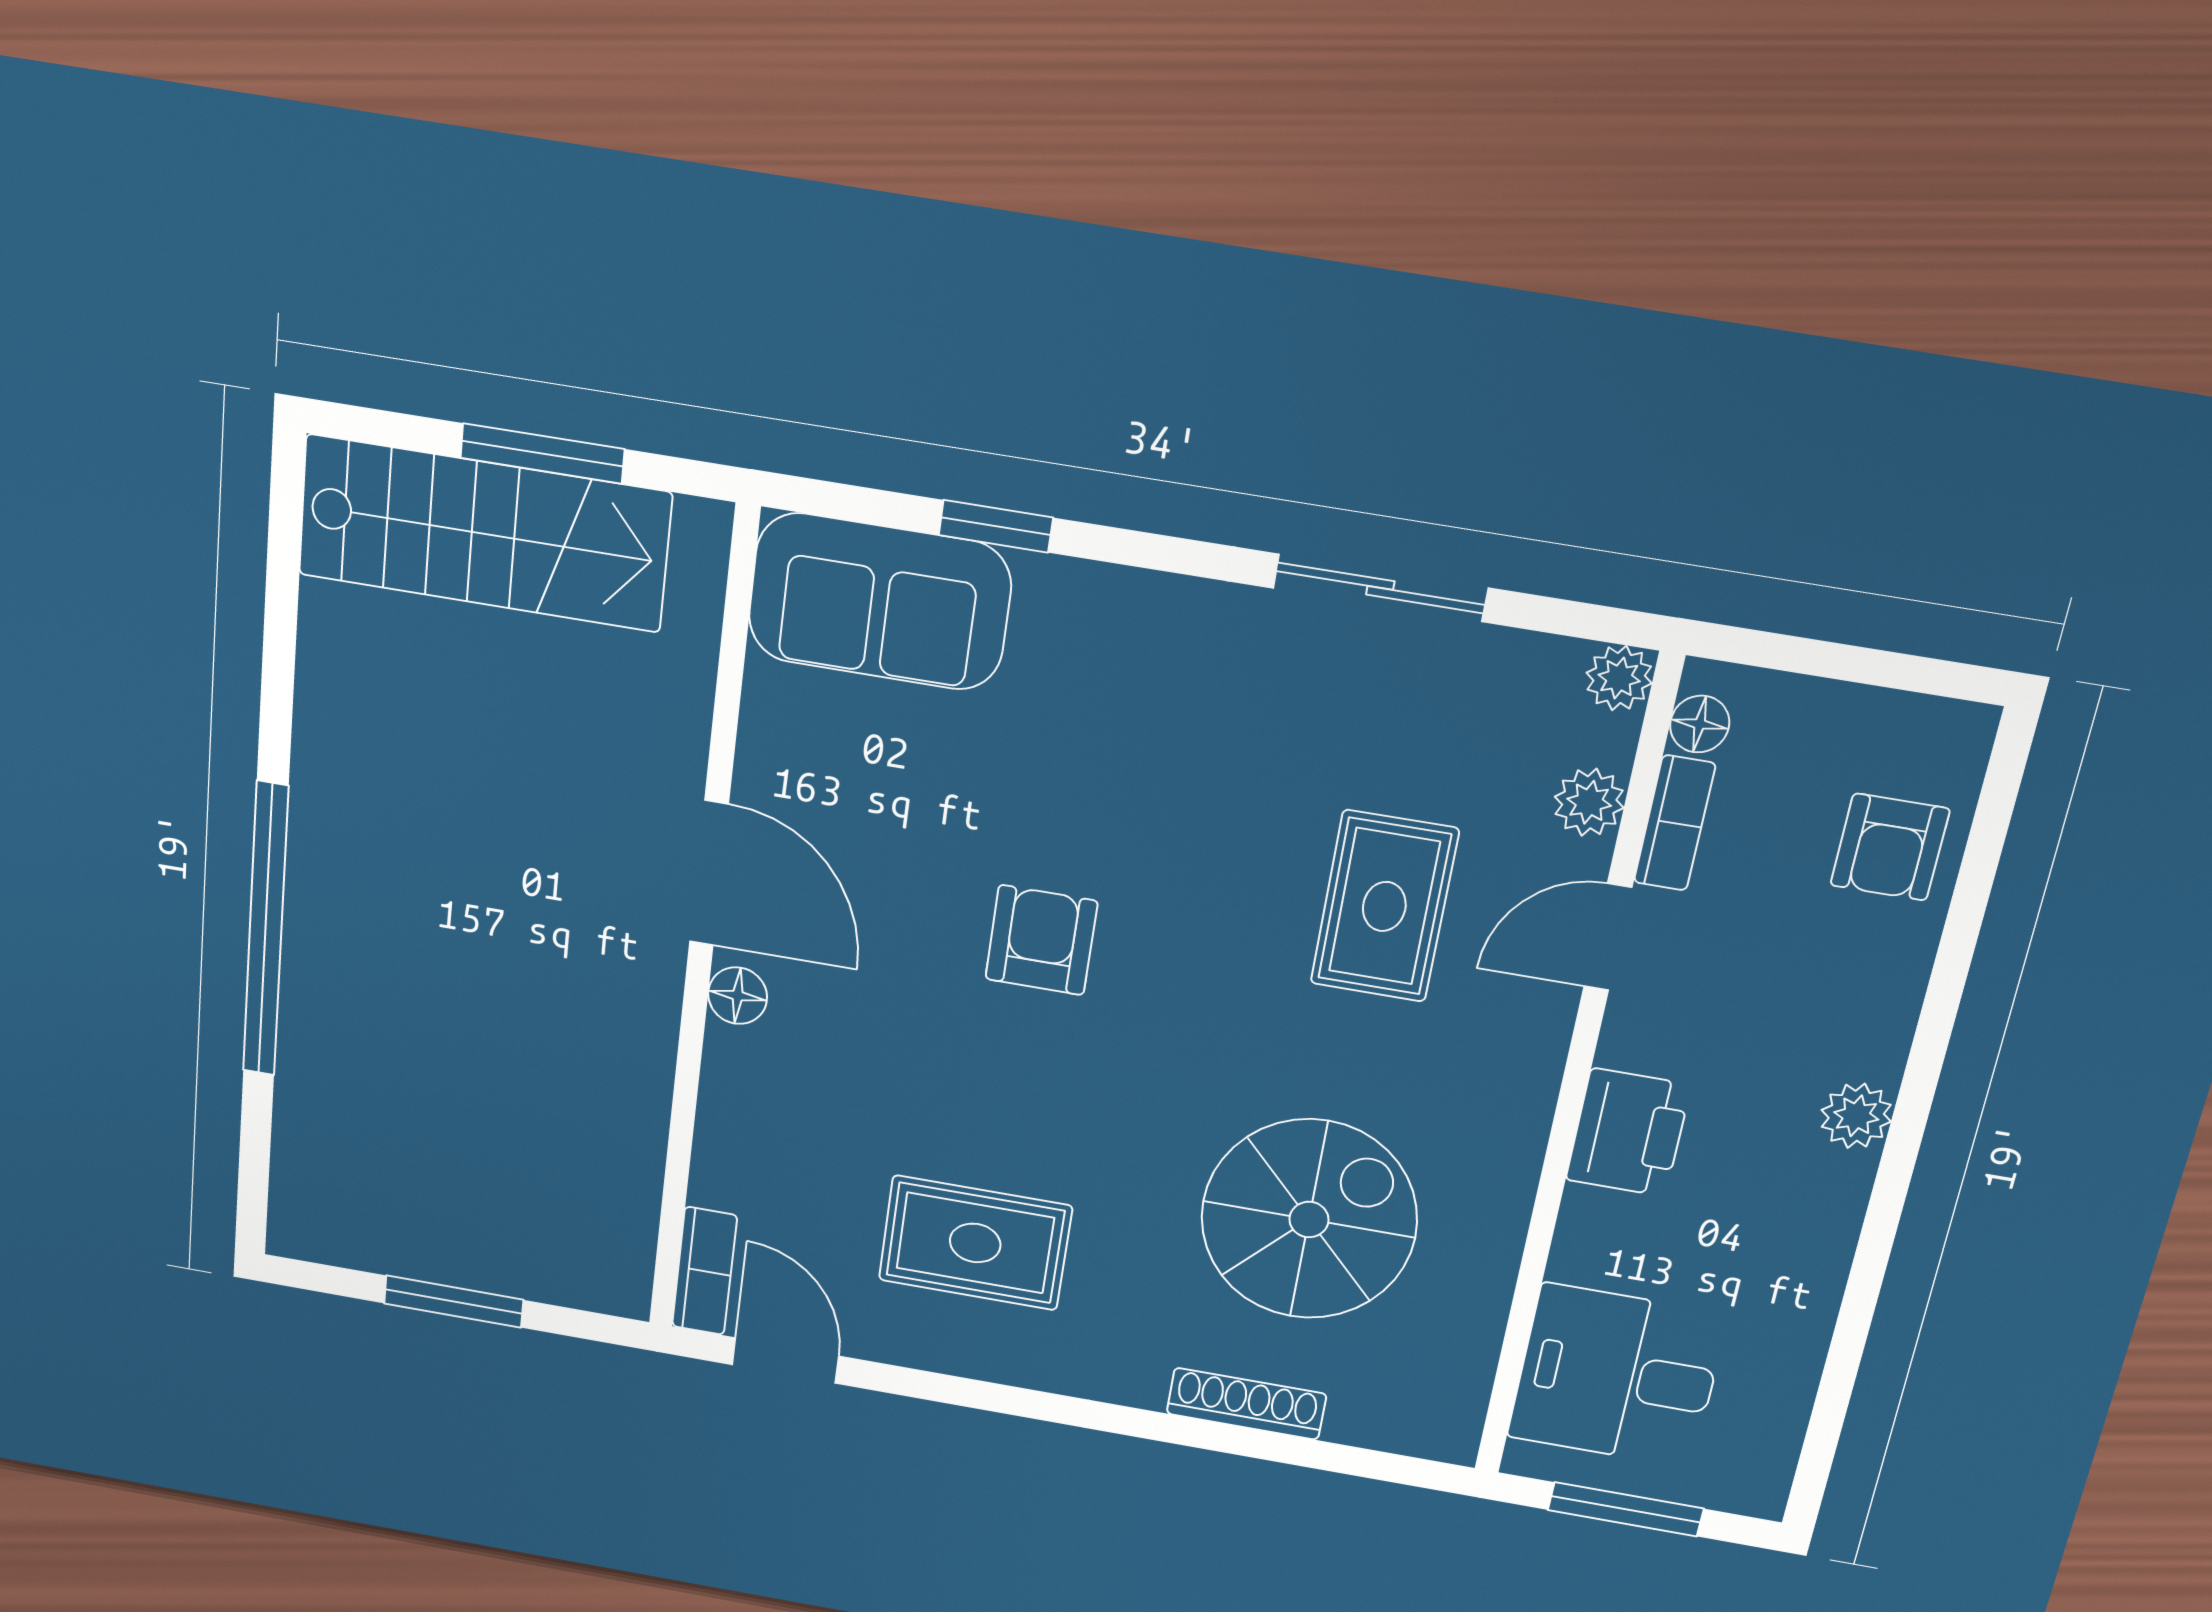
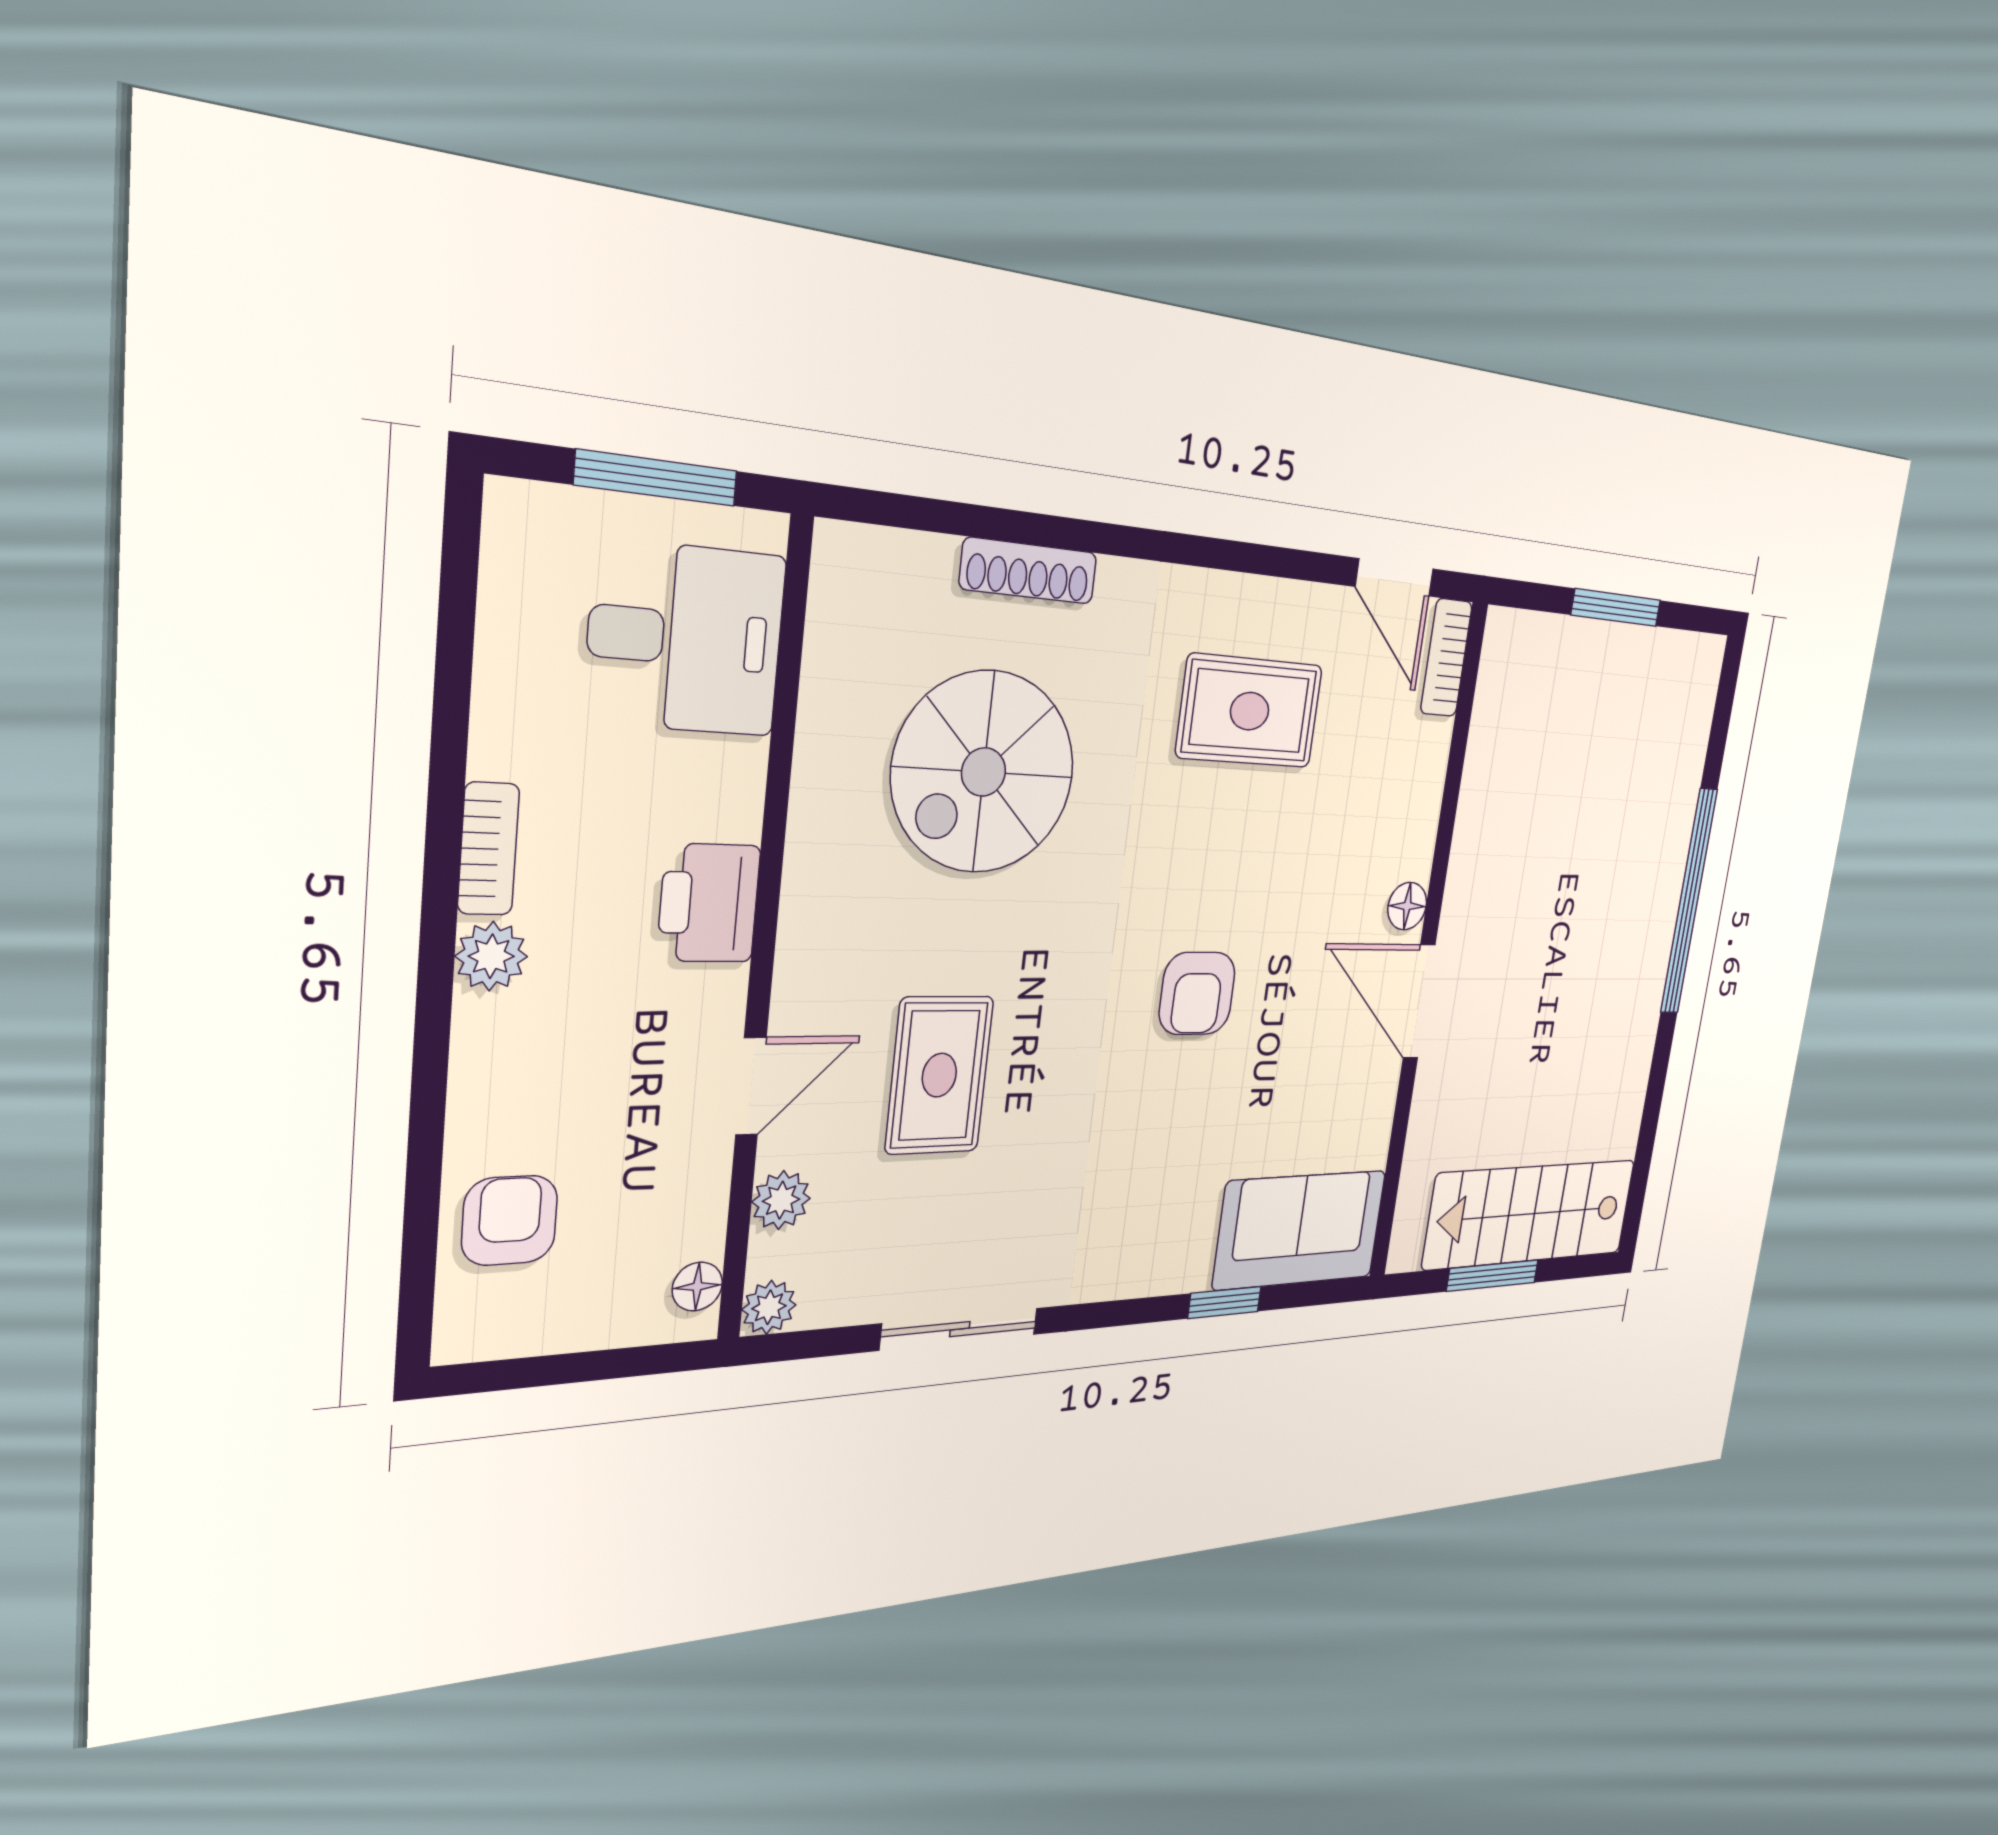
bookcase: (1675, 823) -> (488, 849), moved, turned 180

